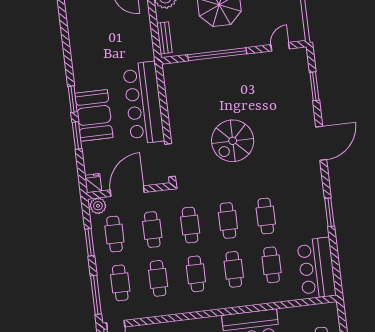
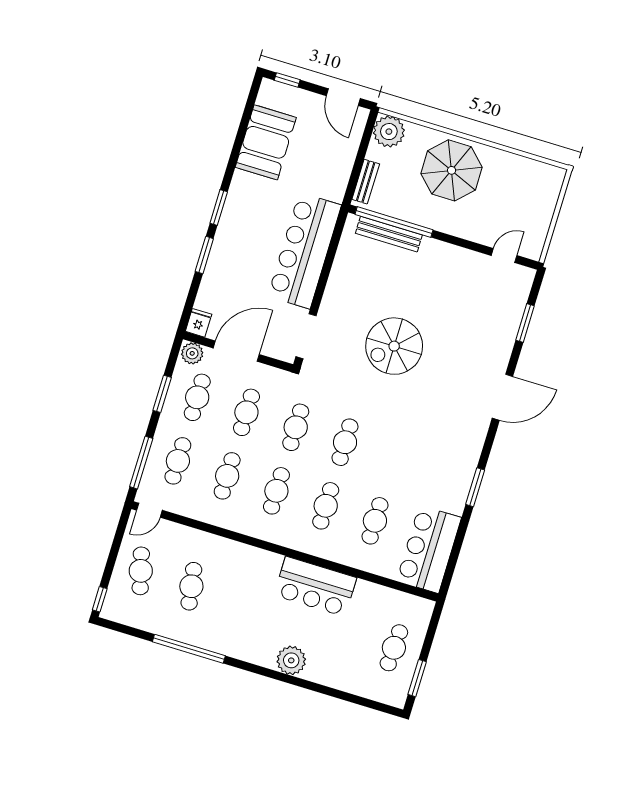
window: (217, 54) -> (394, 222), moved
bench: (196, 67) -> (389, 234), added
booth: (94, 115) -> (266, 142), moved
cafe table: (266, 216) -> (394, 457), removed

